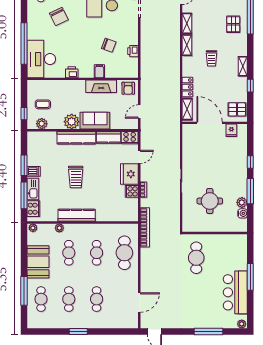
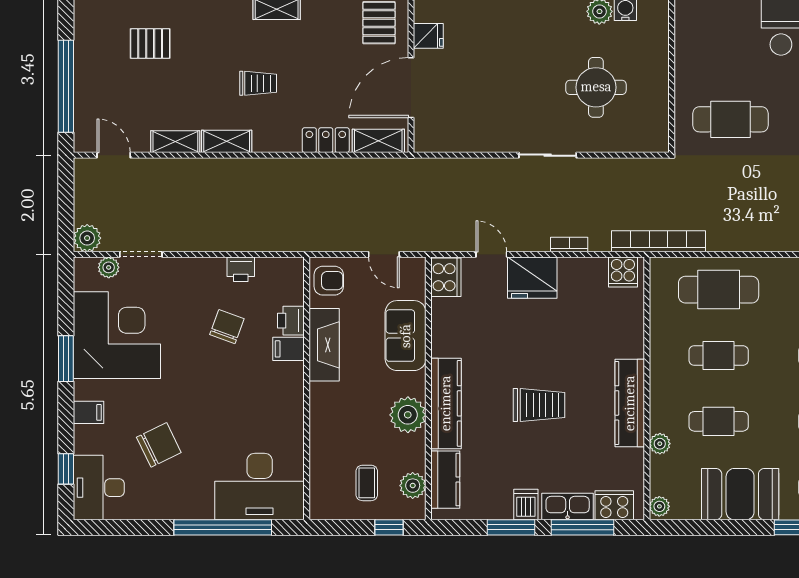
pallet: (233, 24) -> (150, 44), moved
printer: (72, 72) -> (291, 321), moved
sofa: (95, 121) -> (406, 336), moved
kitchen counter: (108, 137) -> (445, 480), moved
cooker: (132, 191) -> (623, 272), moved

